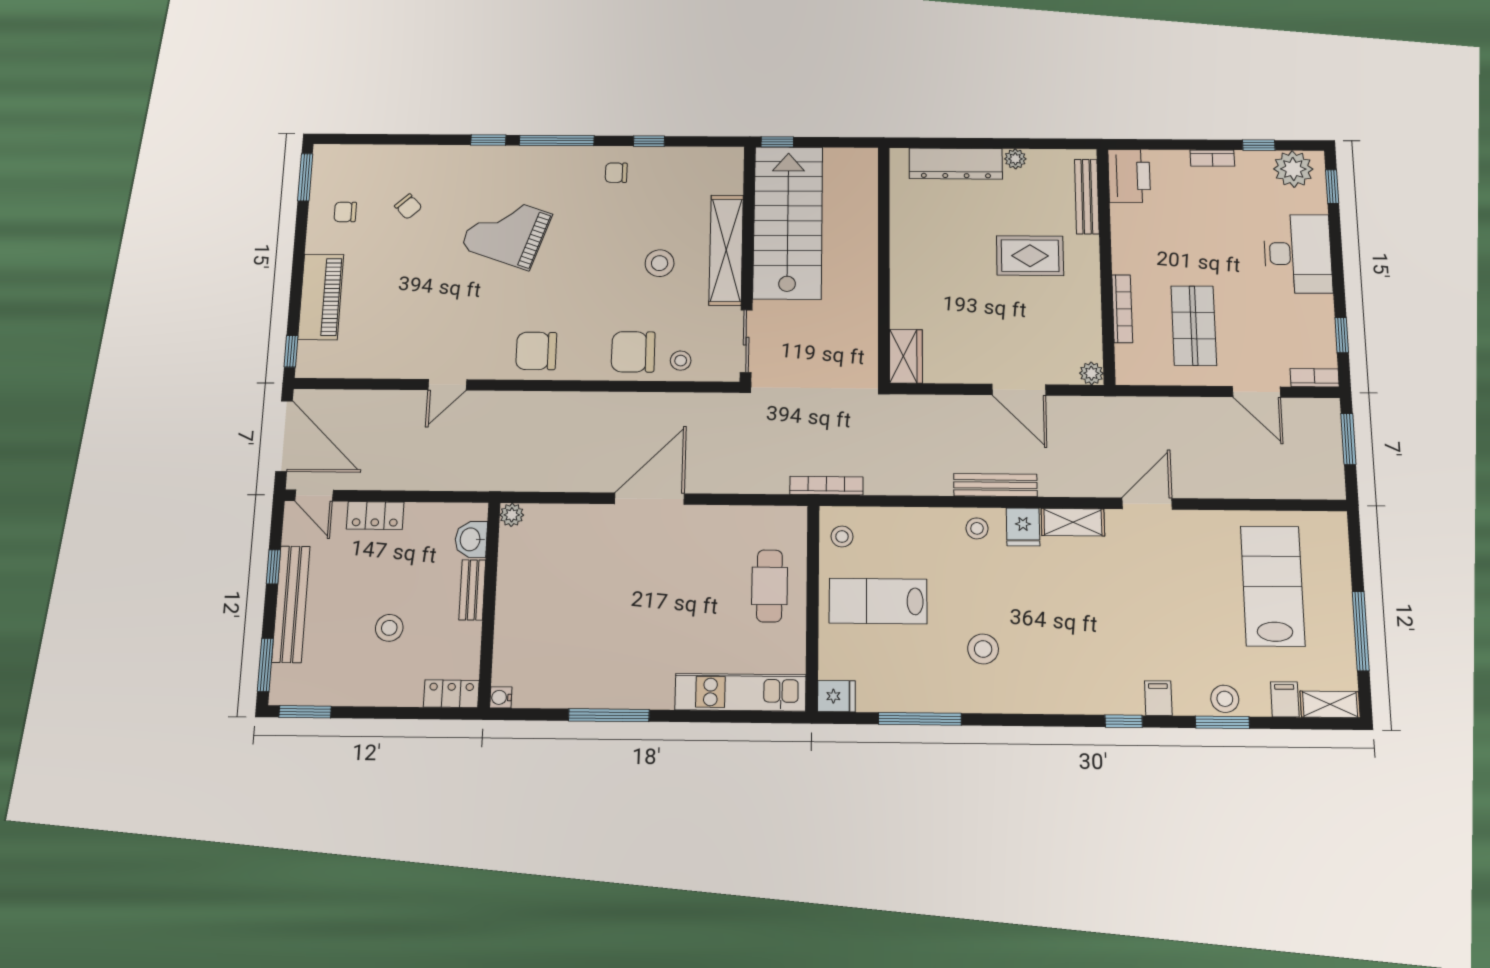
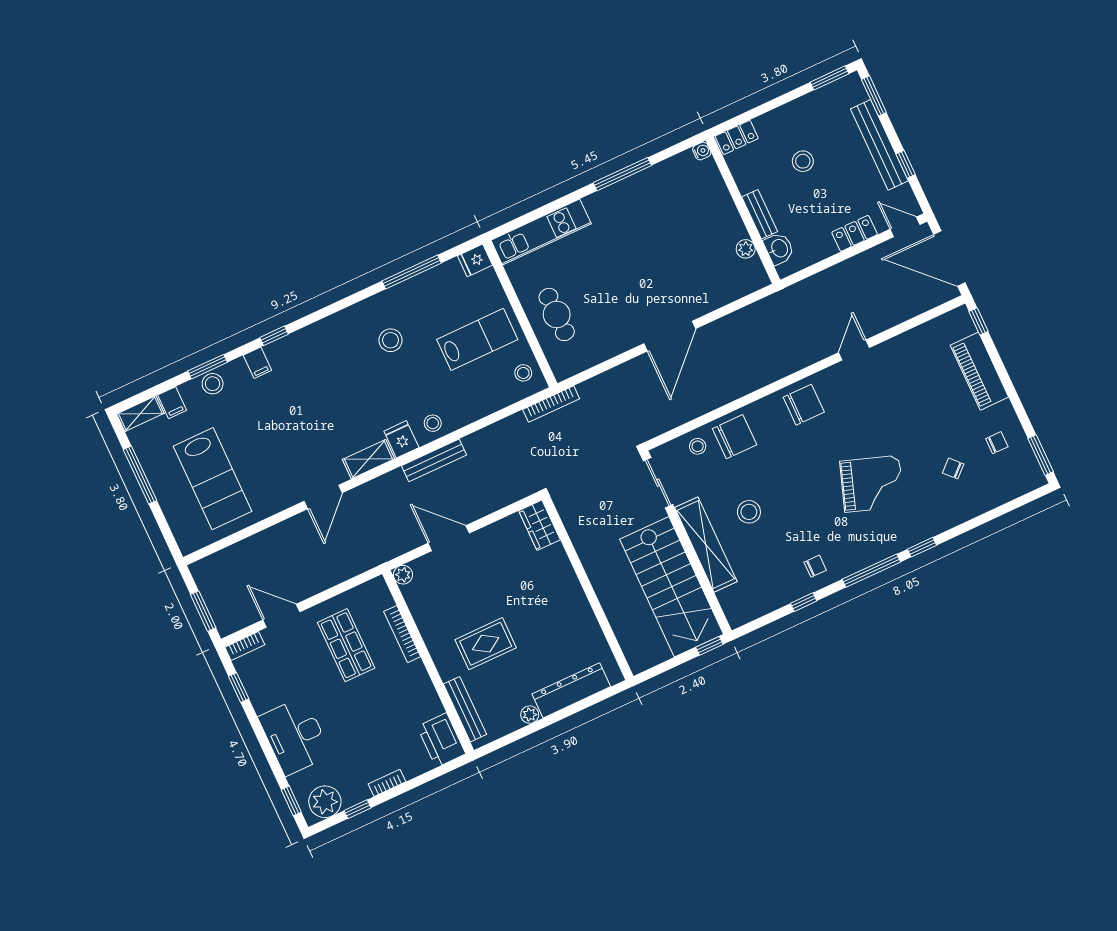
plant: (512, 515) -> (746, 249), moved

